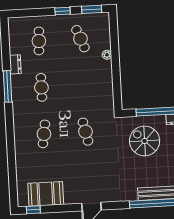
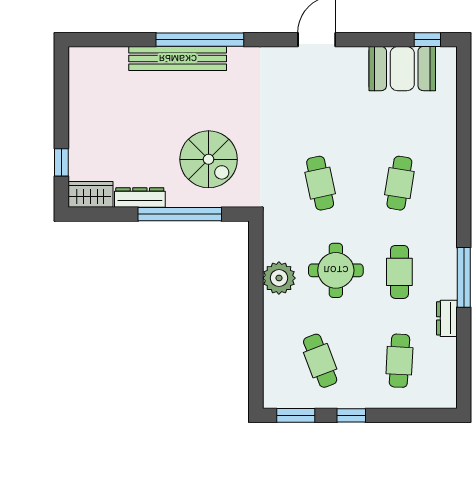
plant: (107, 55) -> (279, 278), moved, width x1.88, depth x1.88
round table: (75, 86) -> (336, 270), added

